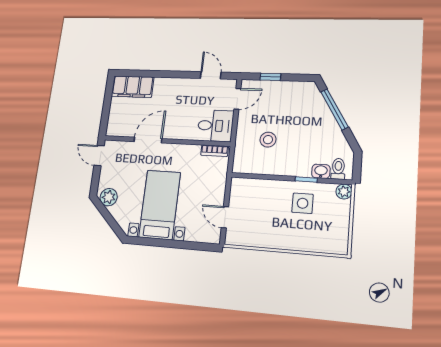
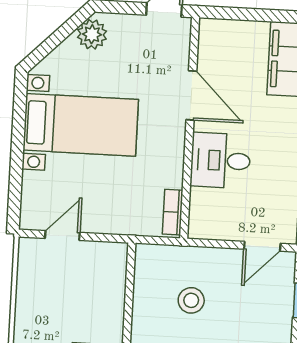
door: (237, 99) -> (262, 246), hinge flipped
desk: (215, 126) -> (220, 160), moved, turned 90

